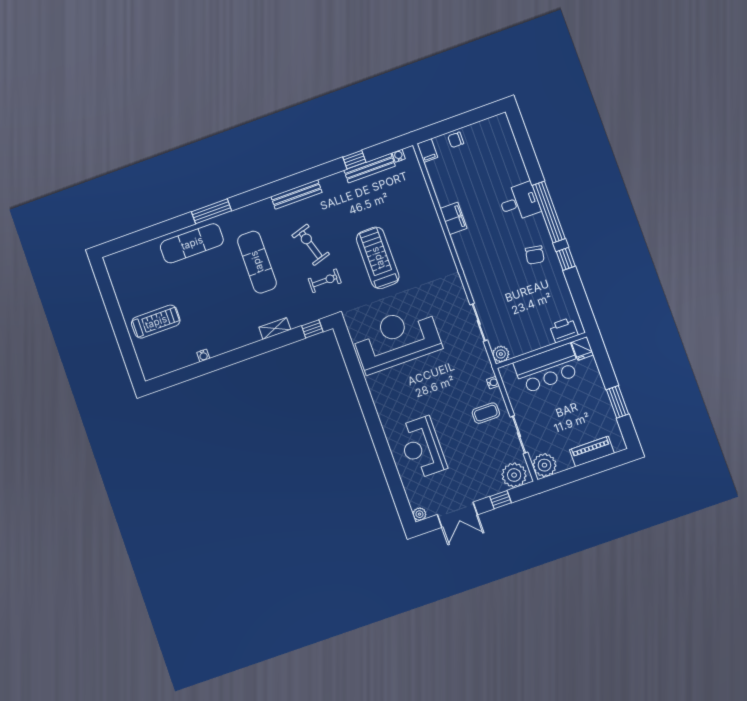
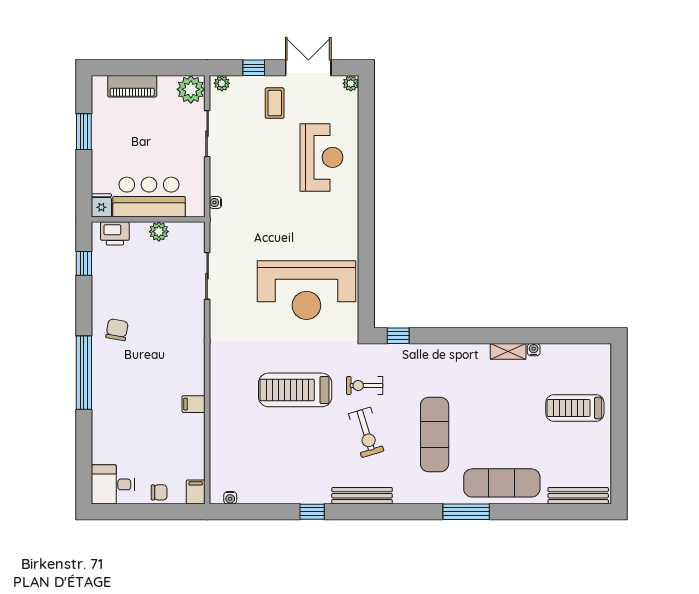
window: (354, 160) -> (312, 512), moved
bench: (370, 168) -> (578, 496), moved
desk: (519, 202) -> (113, 484), moved
filing cabinet: (454, 218) -> (193, 404), width x0.50
treadmill: (378, 258) -> (295, 390), turned 90
window: (566, 259) -> (84, 263), moved
shelving: (275, 328) -> (508, 351), moved
plant: (501, 354) -> (159, 232), moved
coffee table: (486, 413) -> (275, 103), moved, turned 90
plant: (514, 475) -> (222, 83), width x0.53, depth x0.53

